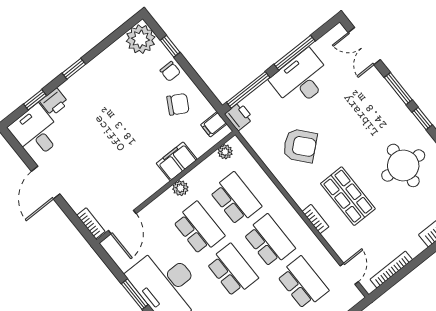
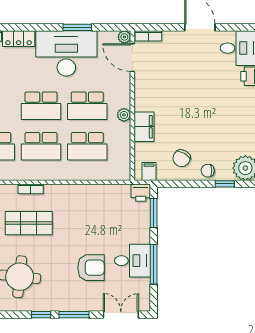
desk: (301, 79) -> (132, 261), width x0.73
window: (248, 90) -> (154, 213), width x0.69
armchair: (300, 146) -> (91, 268), moved, turned -139
plant: (225, 152) -> (124, 37), moved

